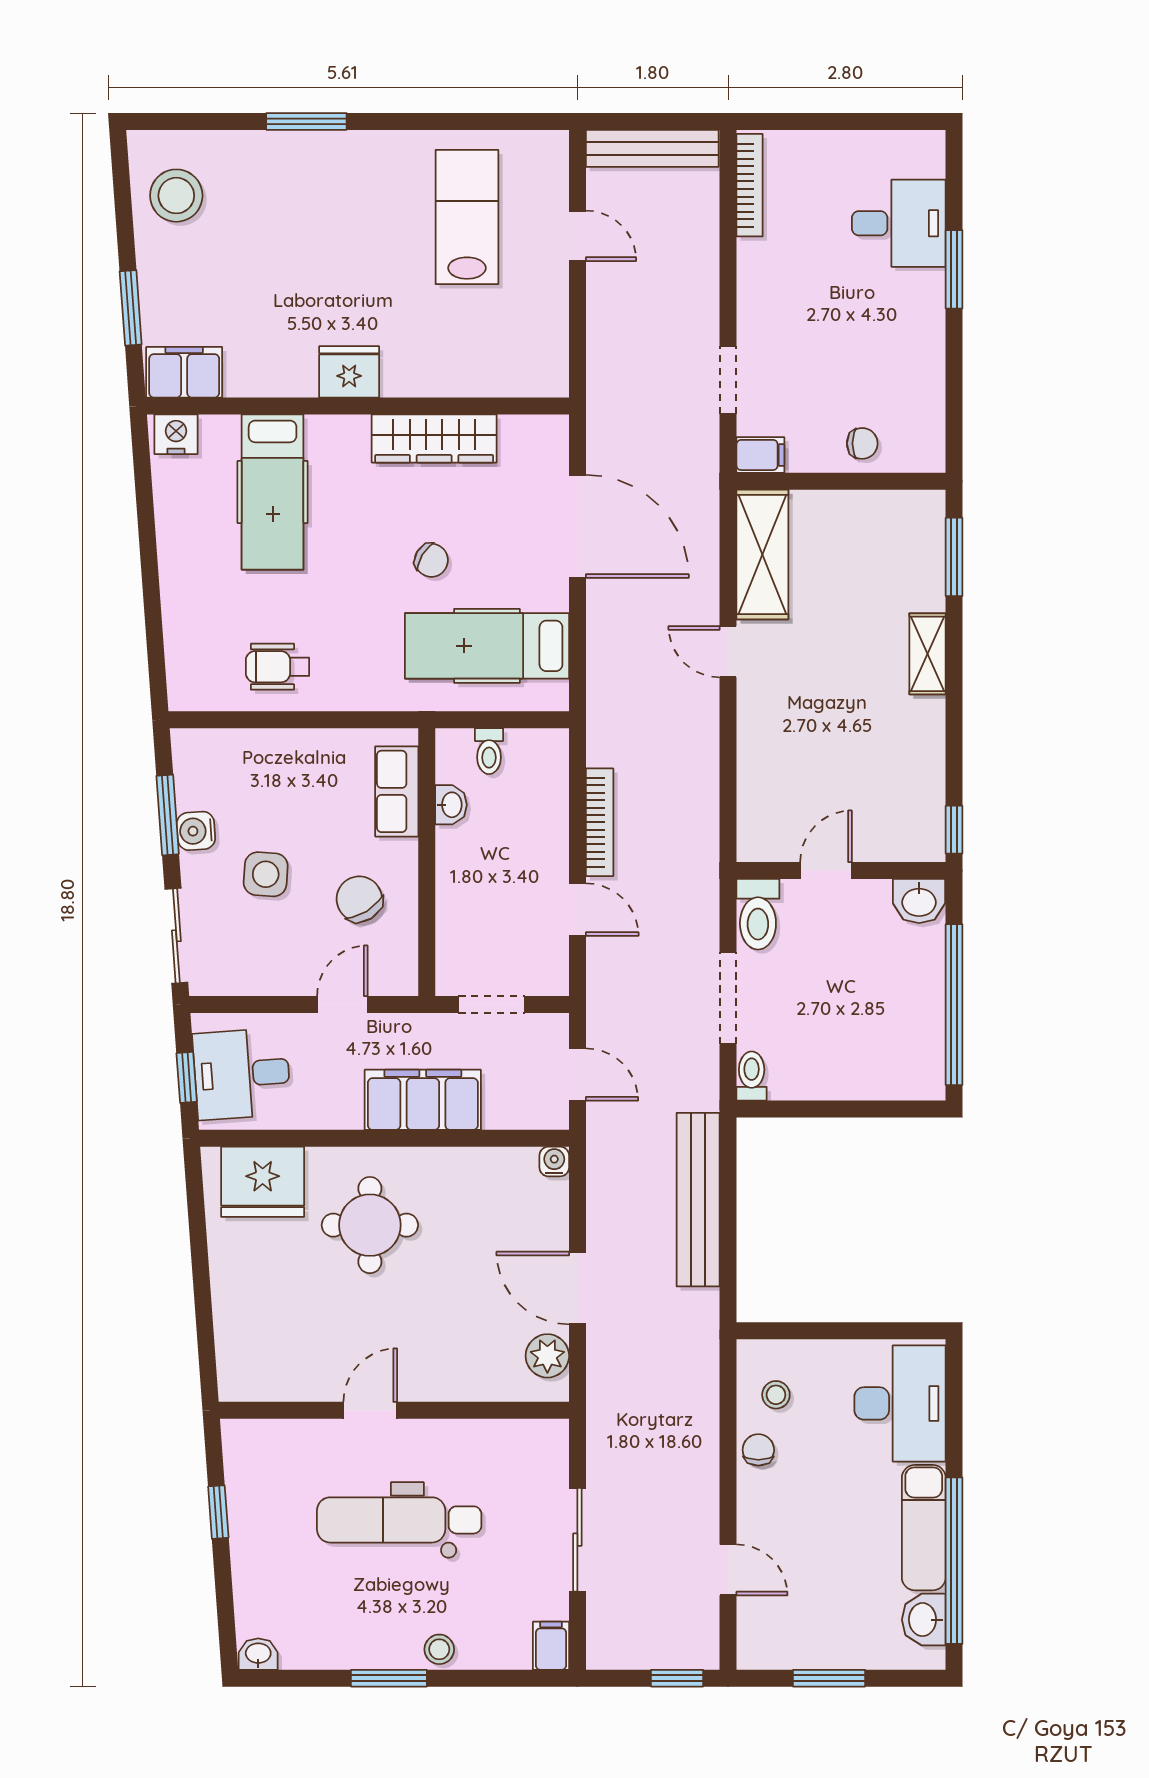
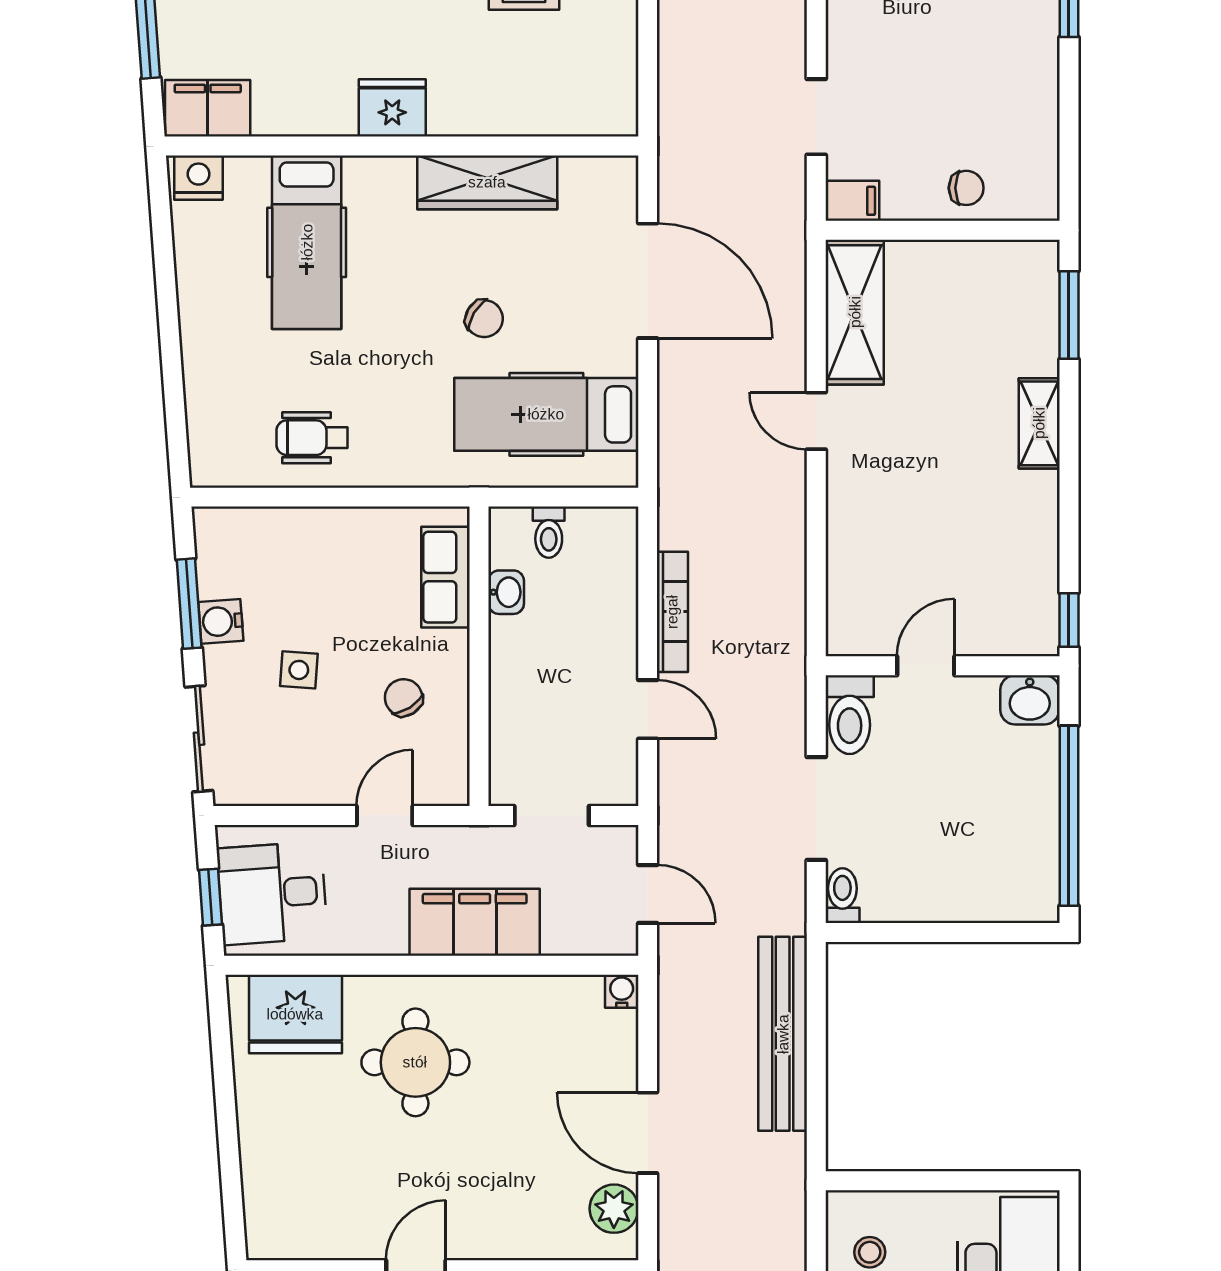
side table: (266, 874) -> (299, 670), width x0.73, depth x0.73
chair: (359, 899) -> (404, 698), width x0.73, depth x0.73

